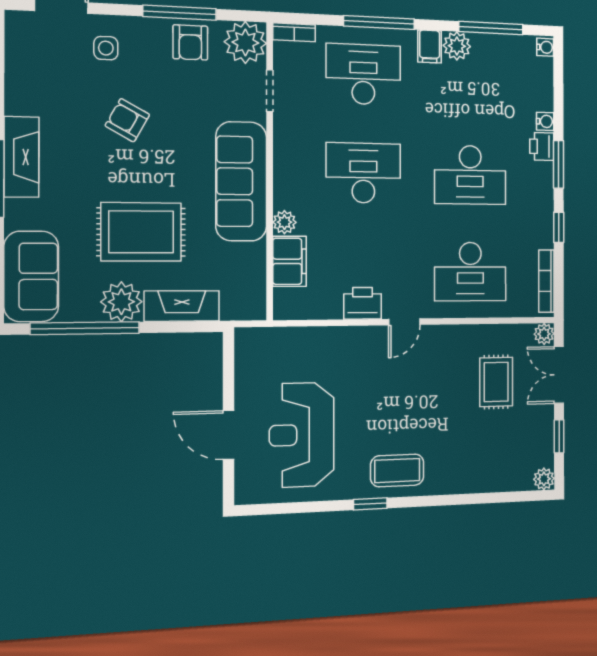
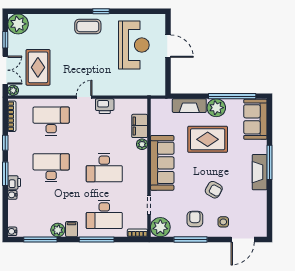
armchair: (190, 42) -> (195, 219), moved
rug: (496, 382) -> (38, 67), width x1.36, depth x1.43
plant: (544, 479) -> (18, 24), width x1.87, depth x1.87

